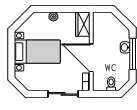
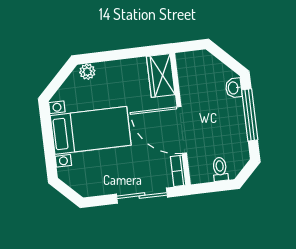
plant: (53, 17) -> (87, 72), moved
washbasin: (125, 47) -> (234, 88), moved

